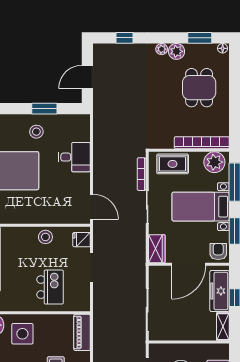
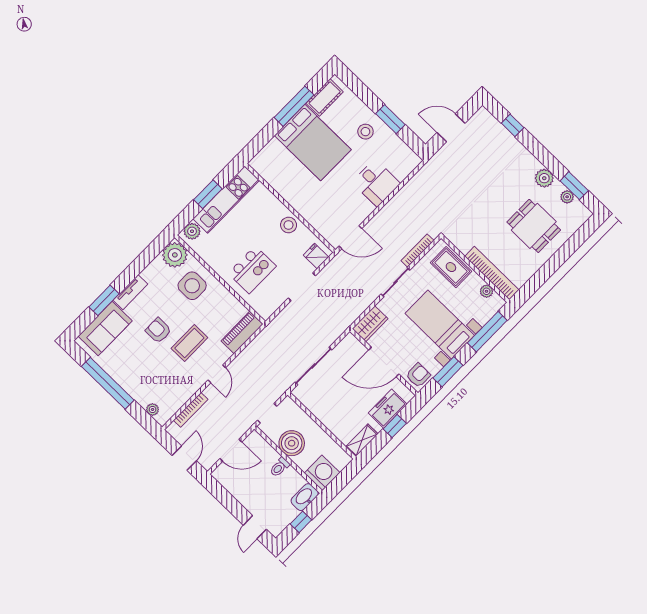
floor lamp: (223, 48) -> (584, 213), removed
plant: (162, 49) -> (567, 197), moved
dining table: (199, 88) -> (534, 226), turned 90
plant: (214, 162) -> (486, 291), width x0.53, depth x0.53
door: (92, 207) -> (350, 237), hinge flipped
freezer: (220, 291) -> (388, 409), width x0.71

